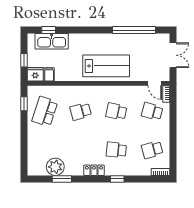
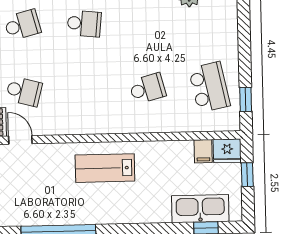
lab bench: (106, 66) -> (105, 168), width x0.73, depth x0.72
school desk: (45, 111) -> (209, 87), turned -30
school desk: (116, 111) -> (86, 90), removed

